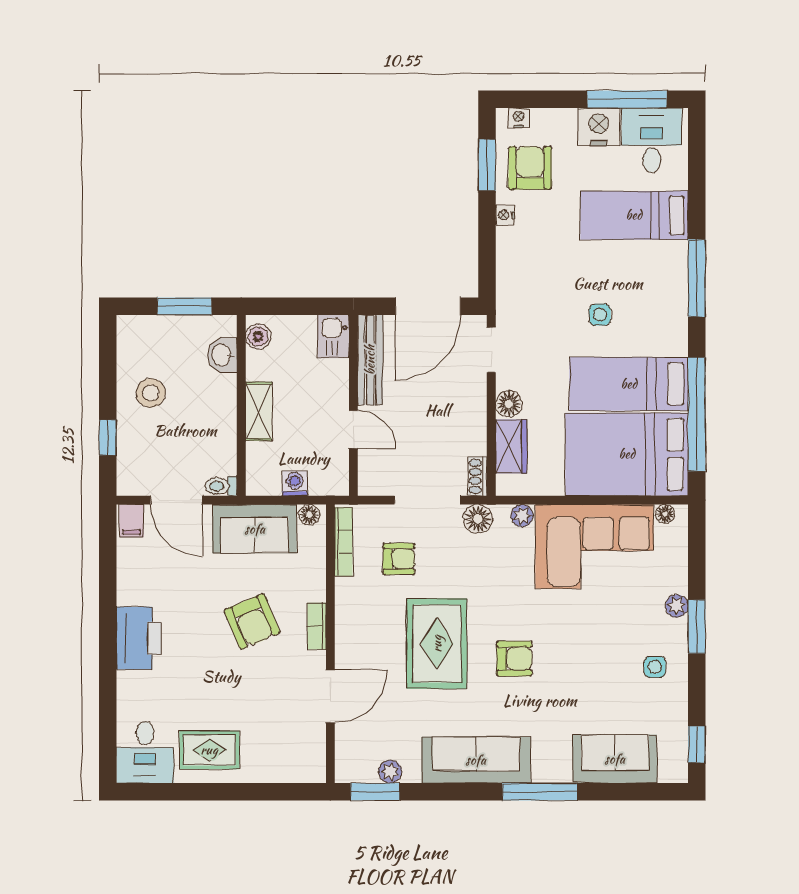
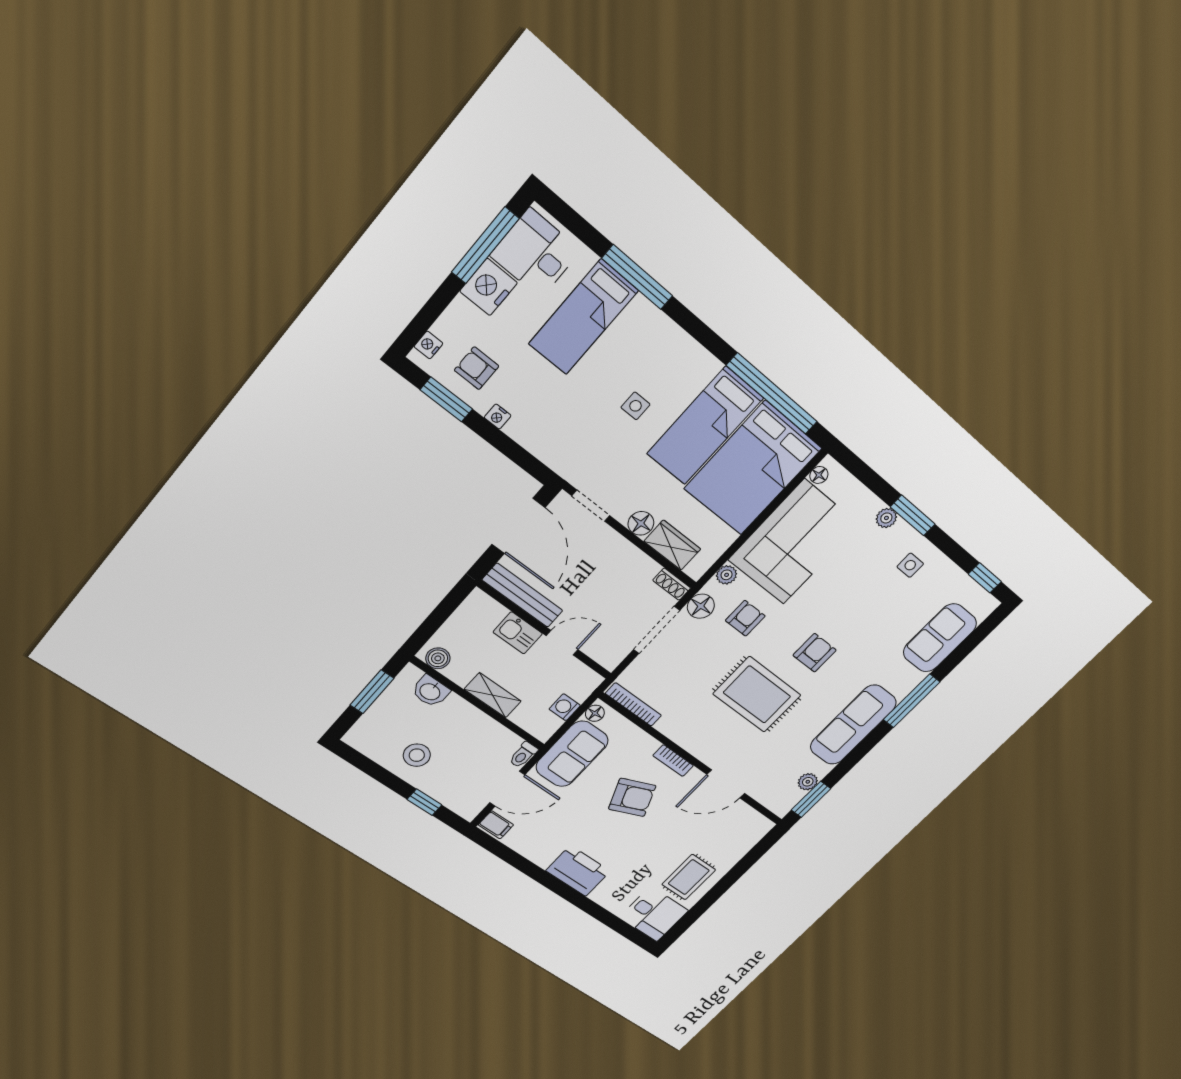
armchair: (530, 168) -> (477, 368), width x0.72, depth x0.72
window: (697, 278) -> (637, 277), moved
kitchen sink: (333, 336) -> (518, 633), moved
armchair: (399, 559) -> (745, 618), moved
door: (330, 696) -> (726, 784), swing flipped

